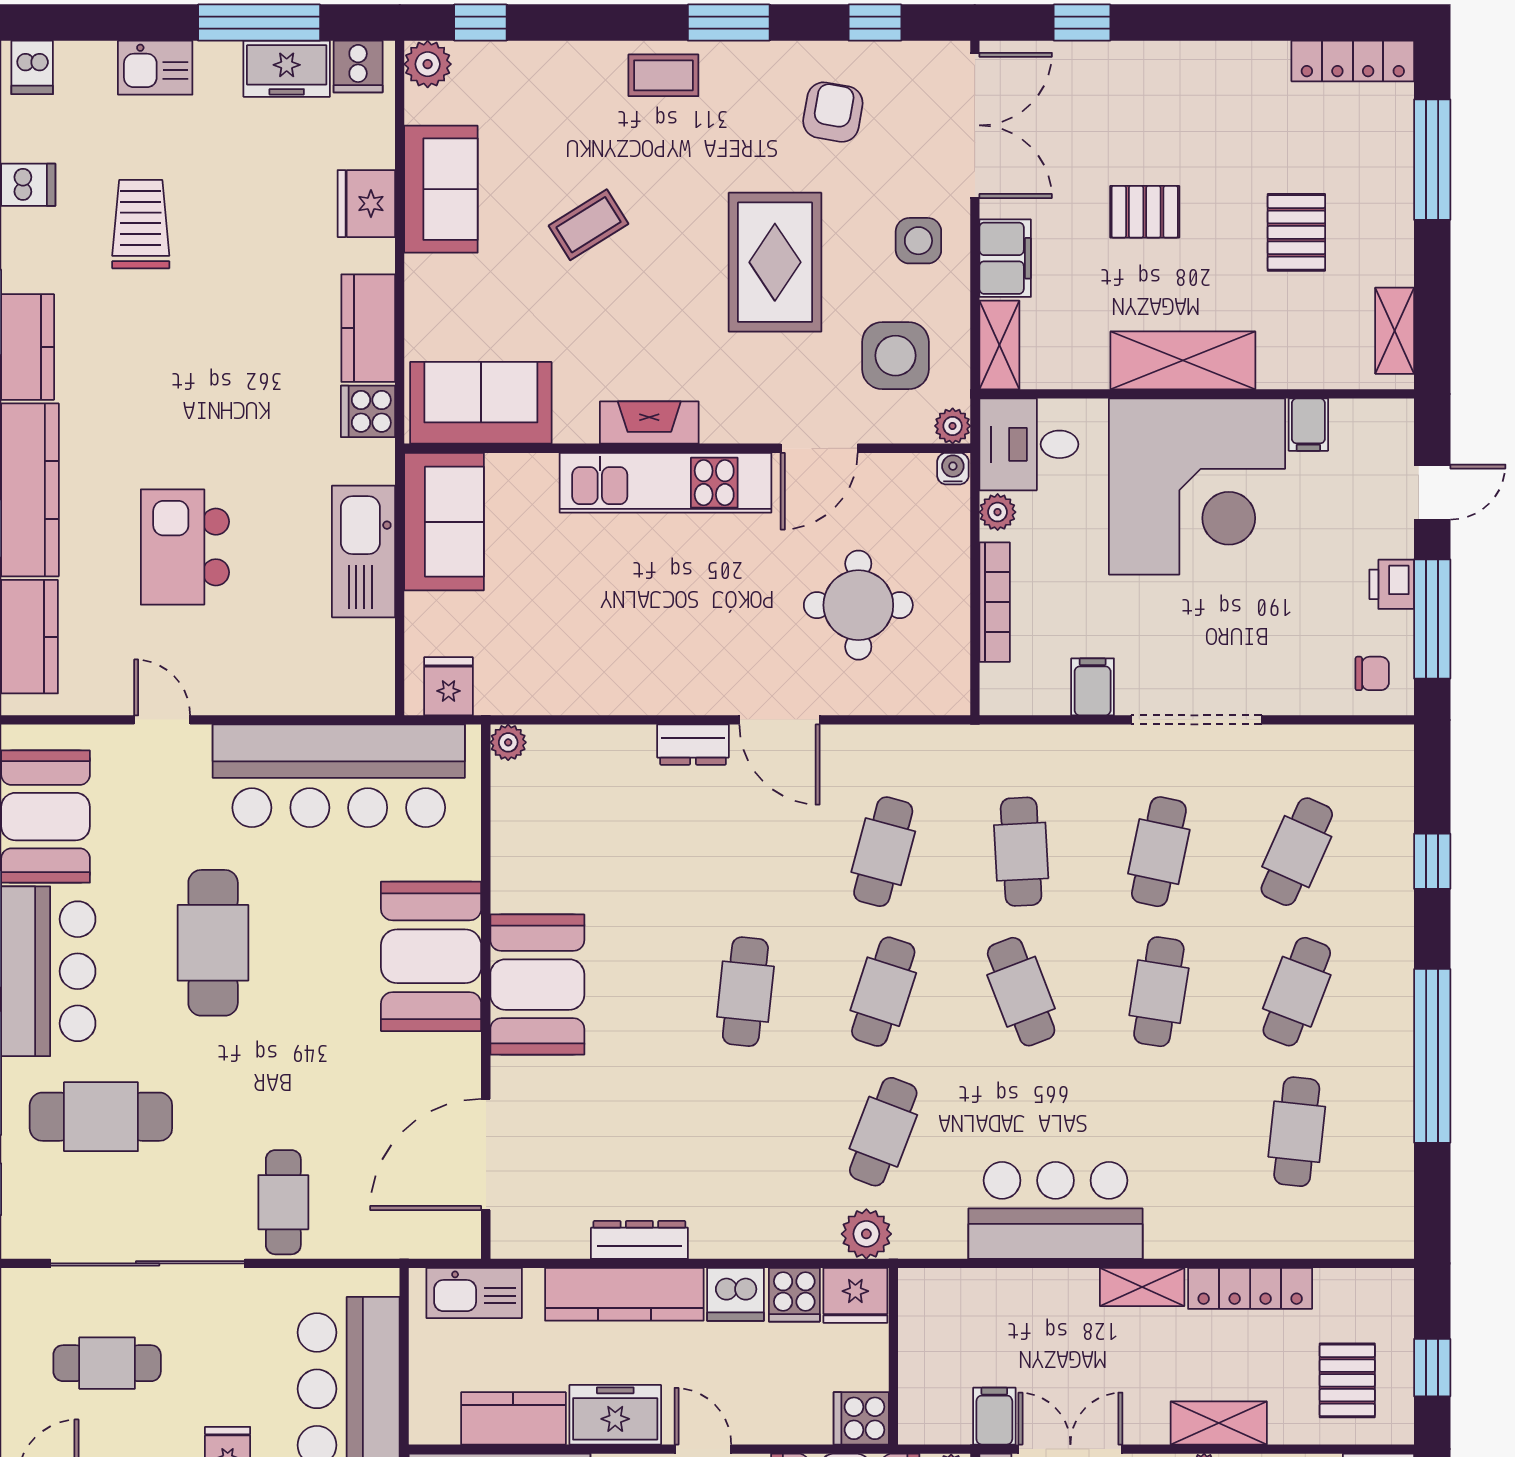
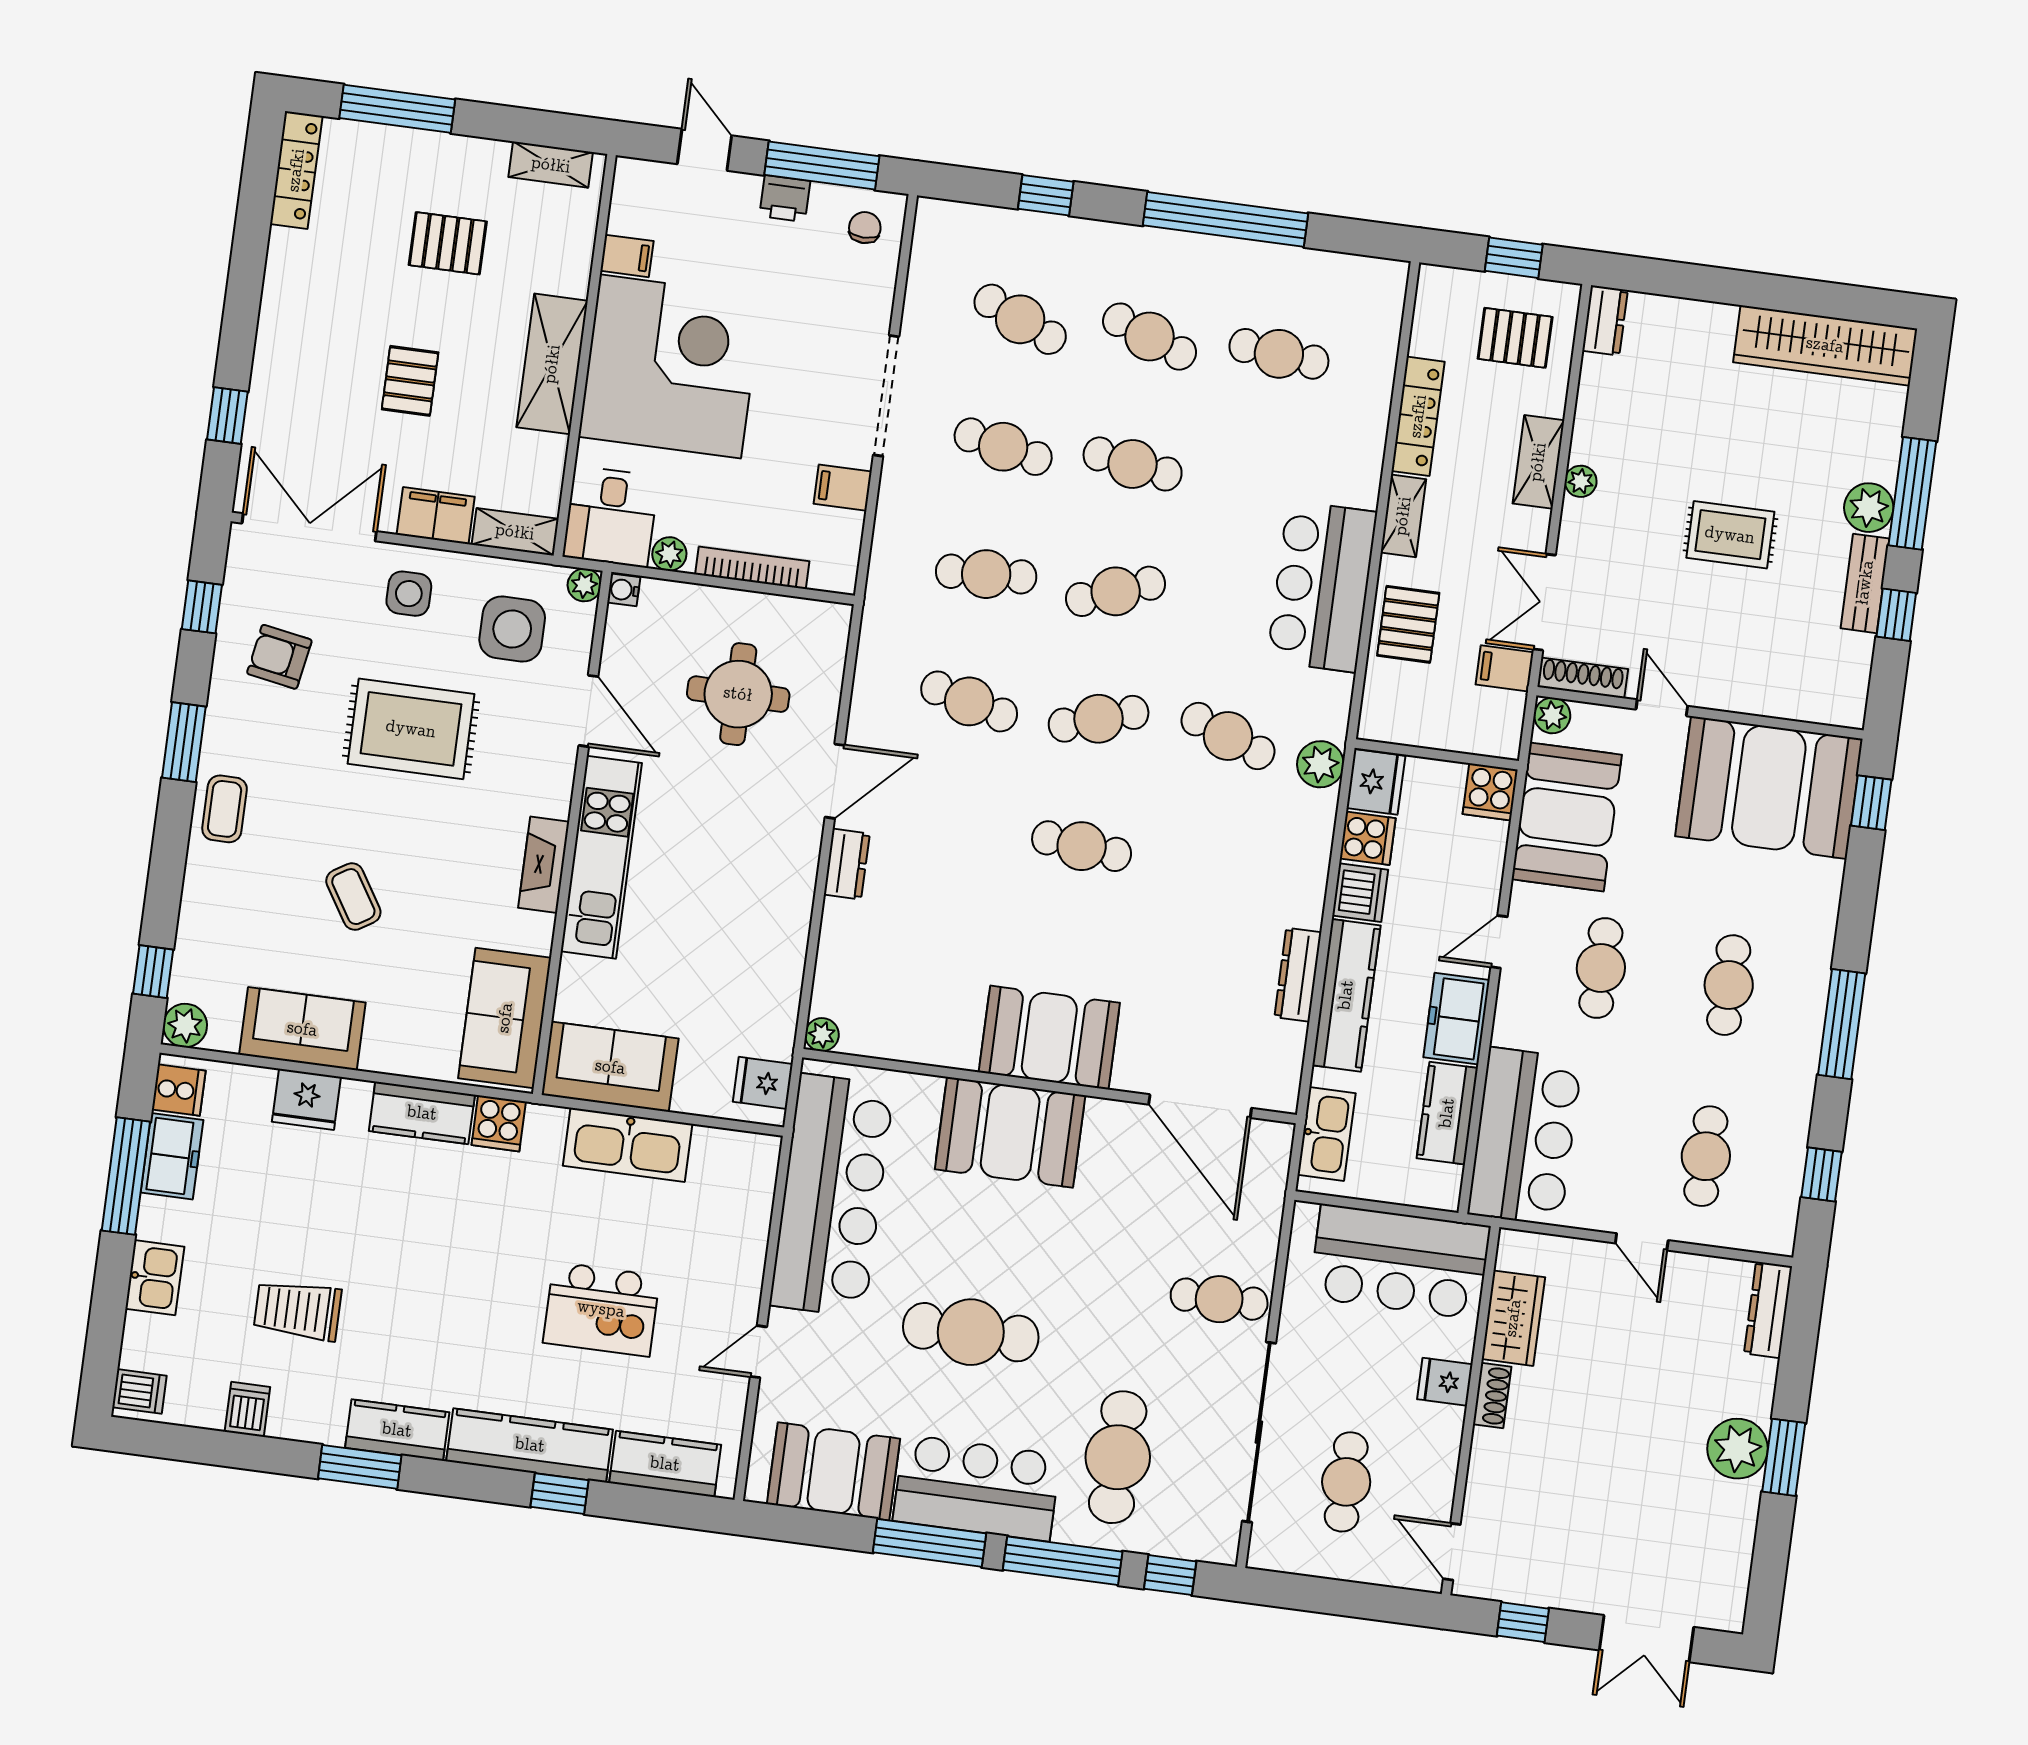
cafe table: (883, 992) -> (1099, 719), turned -36
pallet: (1028, 1307) -> (1408, 624), added

